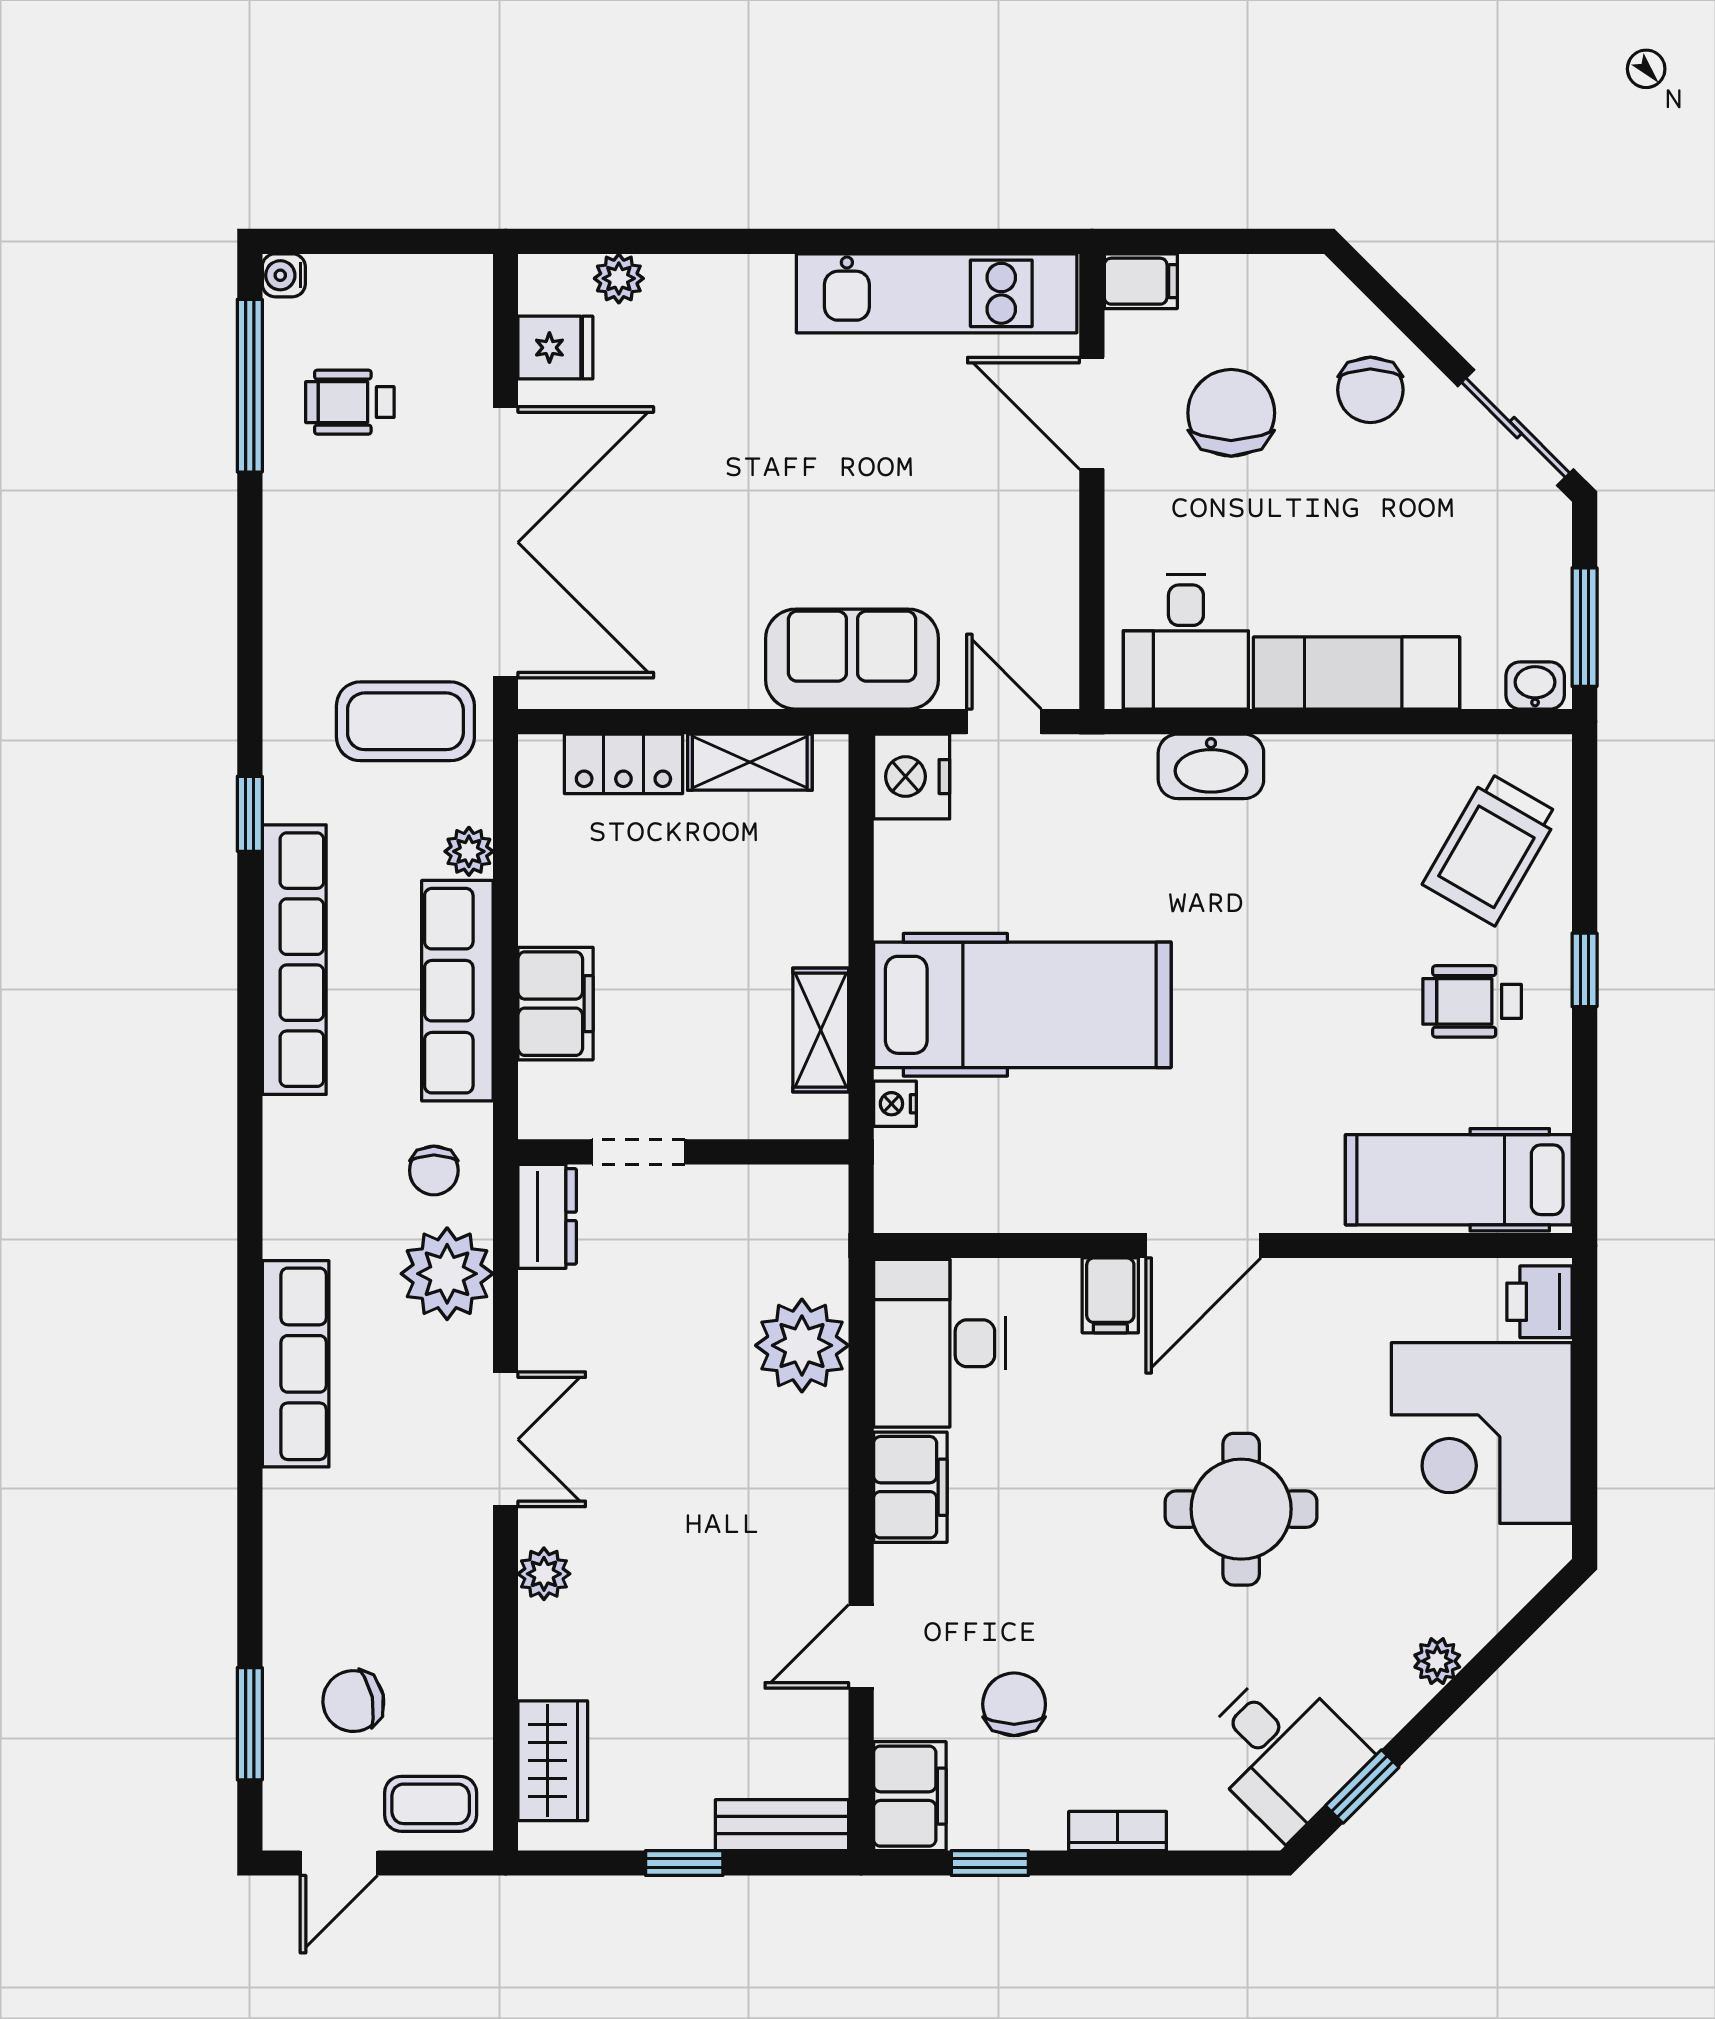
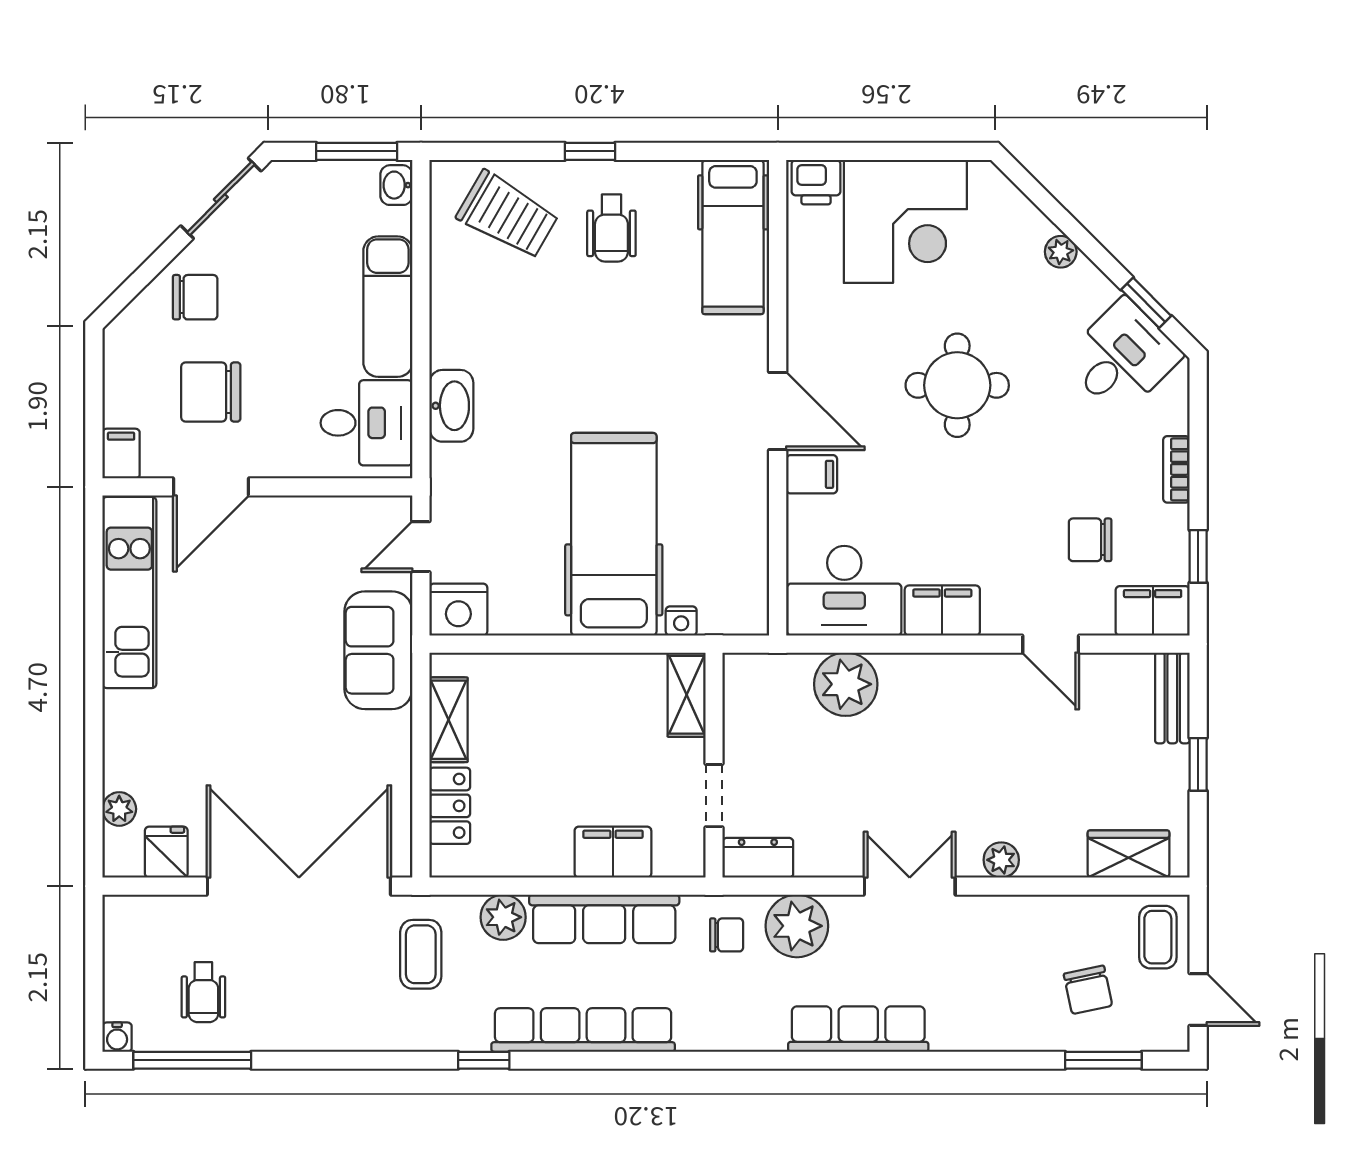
coffee table: (405, 721) -> (421, 954), width x0.73, depth x0.77
plant: (469, 851) -> (503, 917), width x1.38, depth x1.38
shelving: (821, 1030) -> (687, 695), moved, turned 90

